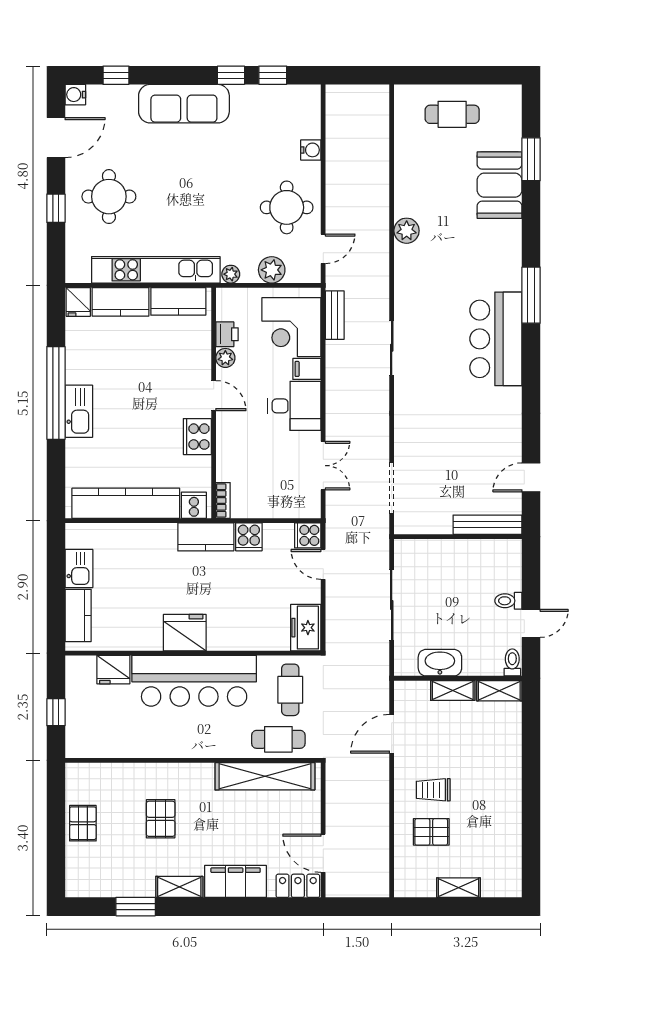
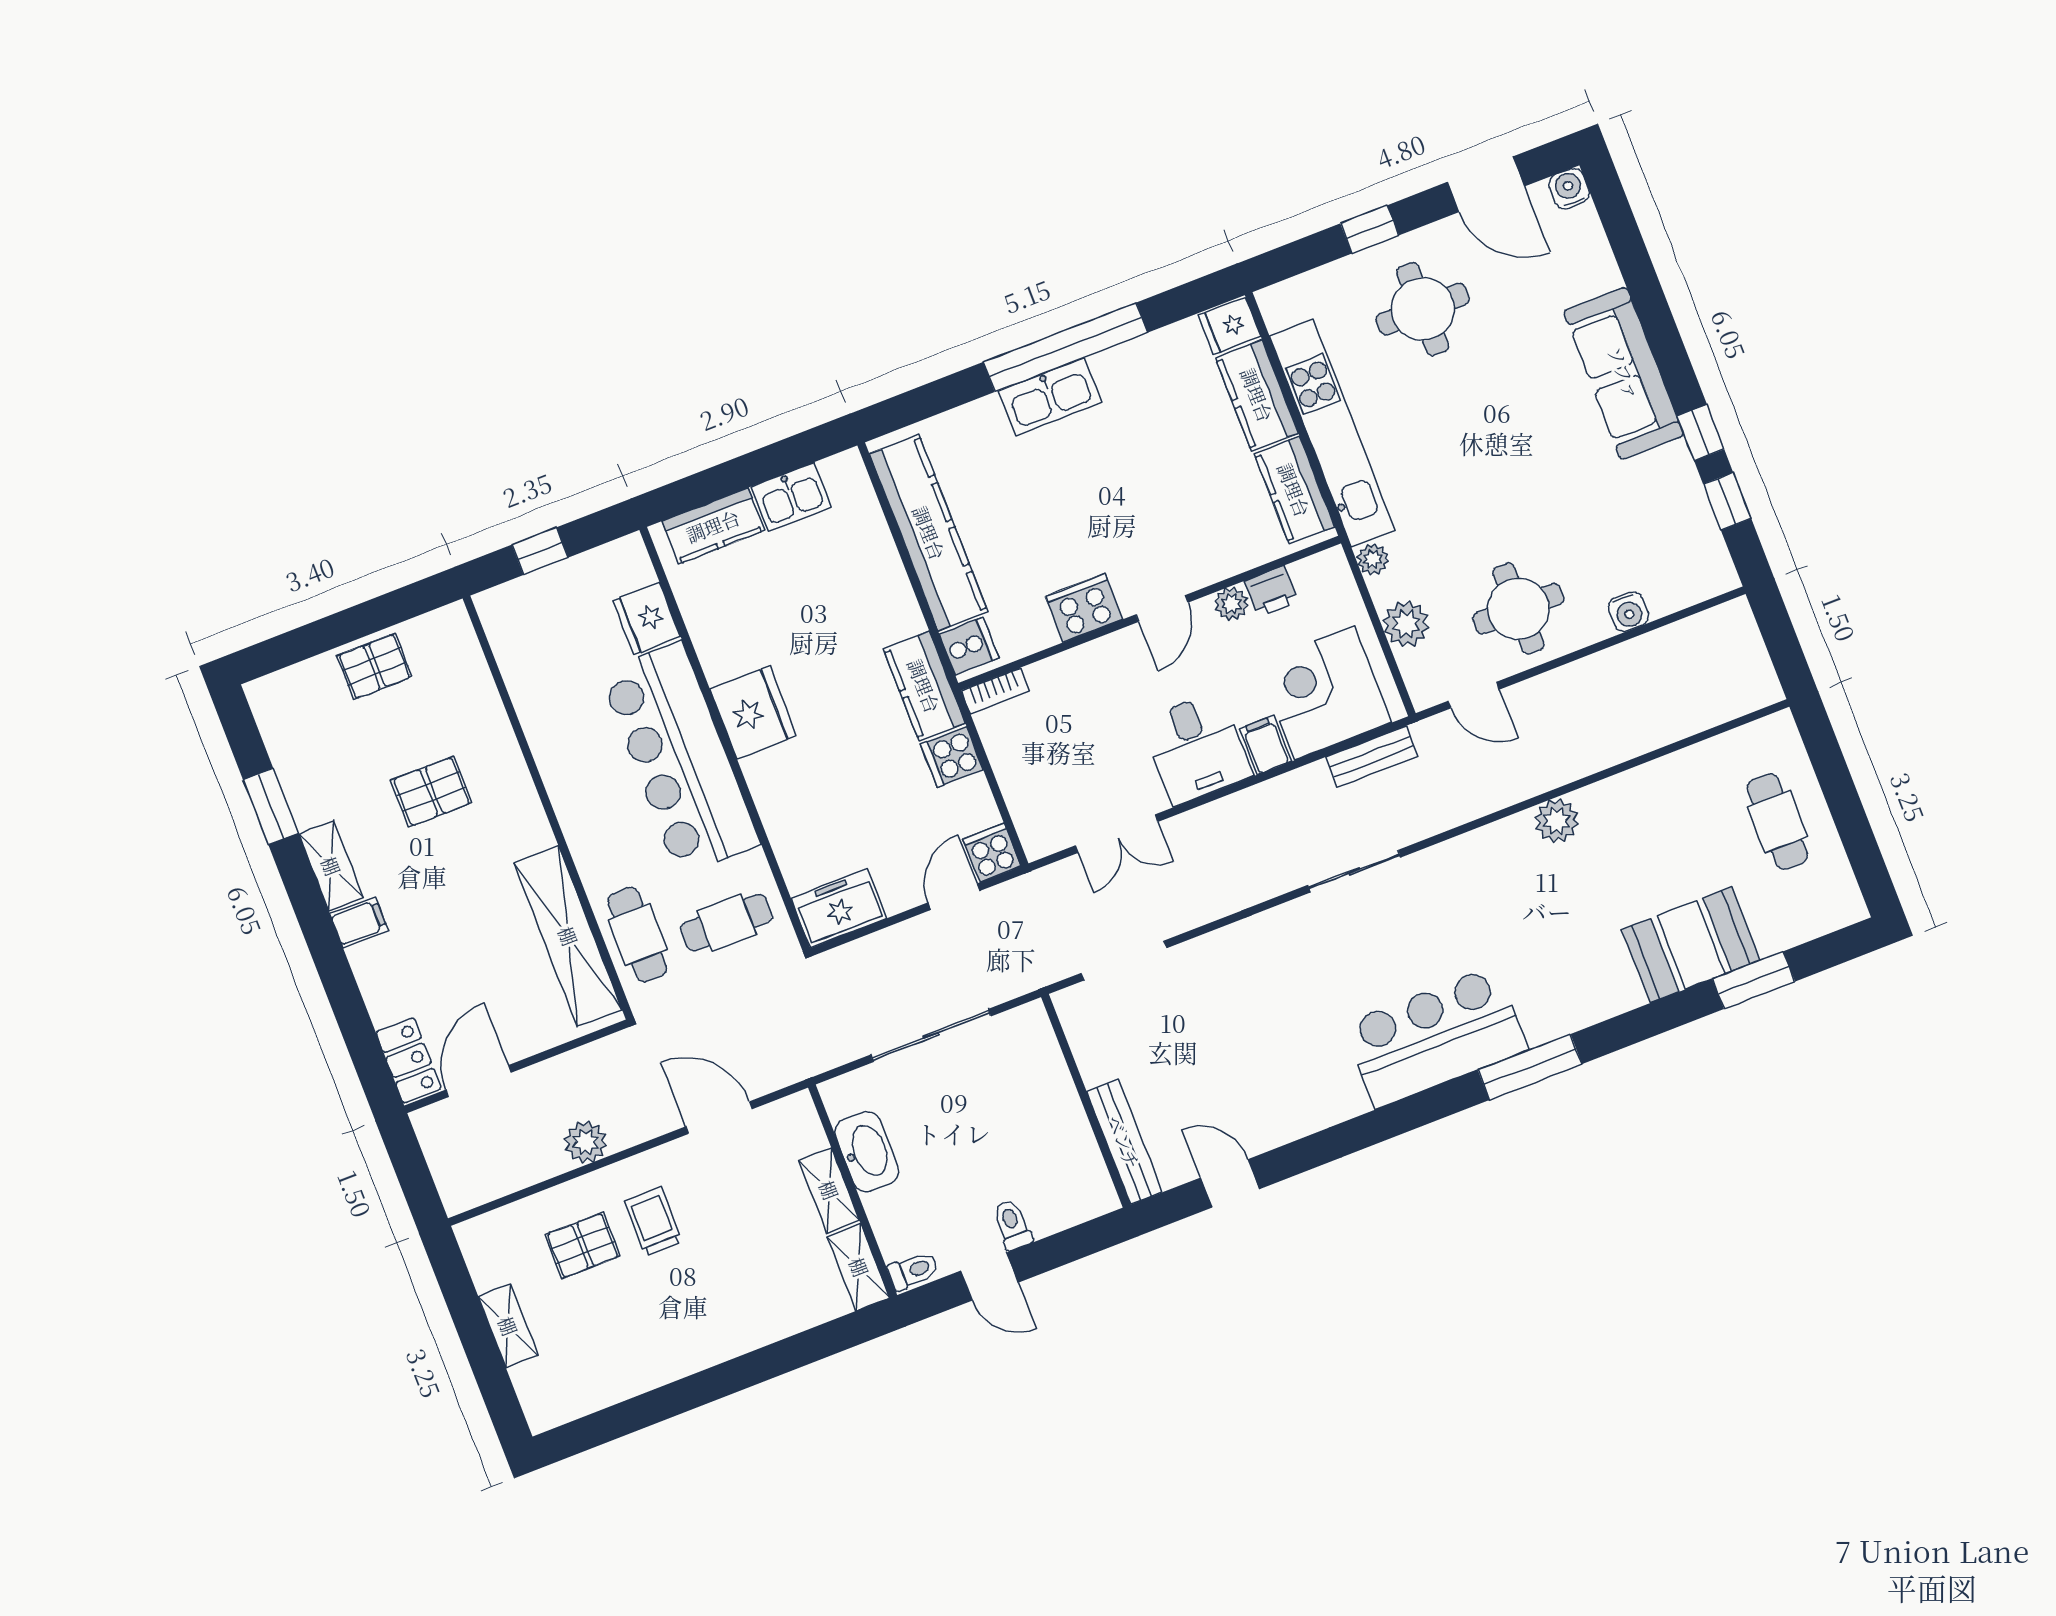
window: (116, 75) -> (1627, 243), removed
plant: (377, 809) -> (586, 1142), added
pallet: (431, 832) -> (583, 1245), turned 90
filing cabinet: (236, 881) -> (359, 922), width x0.33, depth x0.86

